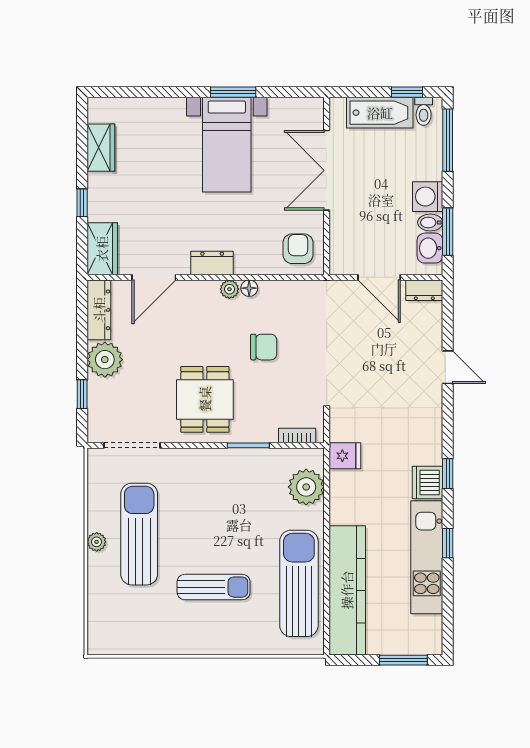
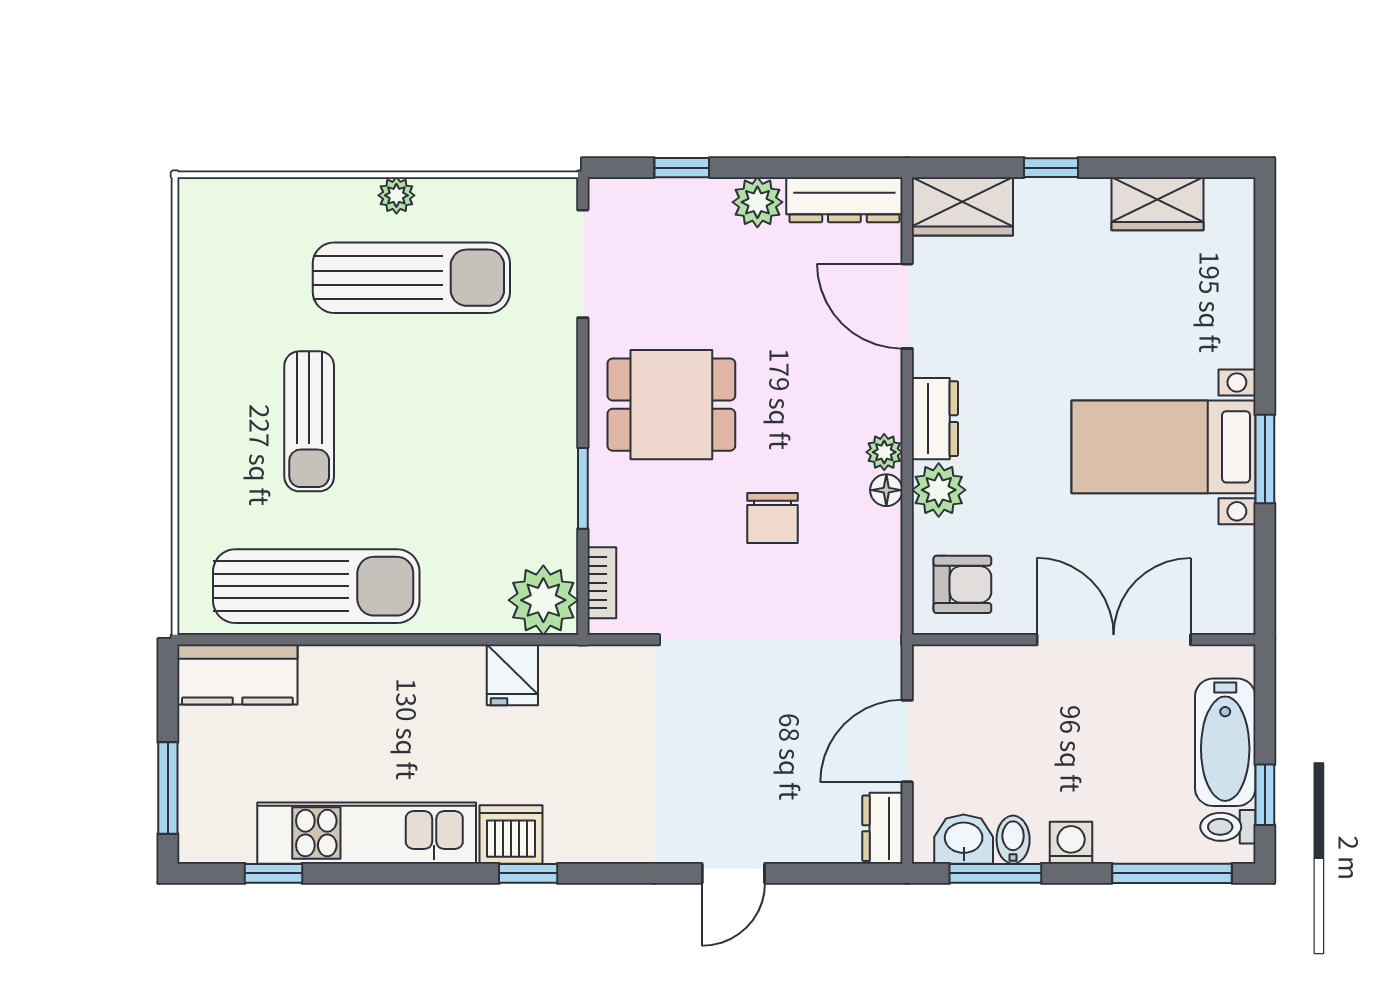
washing machine: (428, 197) -> (1071, 843), width x0.73, depth x0.73
plant: (249, 261) -> (939, 490), added
plant: (105, 360) -> (757, 202), width x0.73, depth x0.73
fridge: (345, 456) -> (512, 675), moved
plant: (306, 487) -> (543, 600), moved
window: (448, 543) -> (274, 873), moved
kitchen counter: (347, 590) -> (237, 674), width x0.48, depth x0.86

